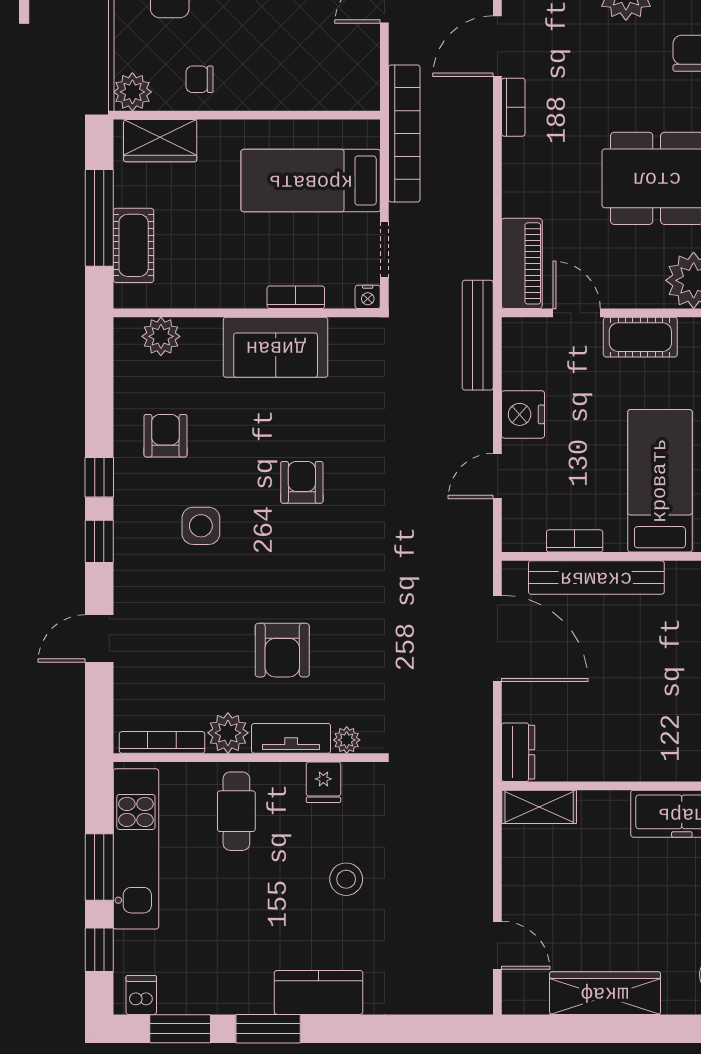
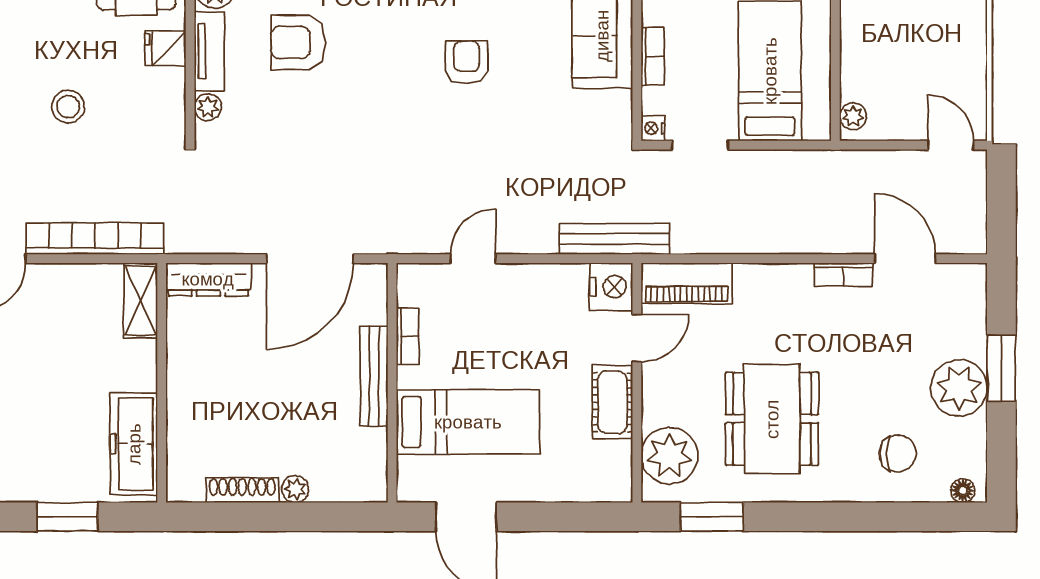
plant: (356, 98) -> (853, 116), added
bookcase: (404, 133) -> (95, 239), moved, turned 180
nightstand: (523, 414) -> (611, 287), moved, turned 90
door: (497, 476) -> (473, 259), hinge flipped
armchair: (302, 482) -> (467, 62), turned -90
bench: (596, 578) -> (374, 376), width x0.73, depth x0.82
dresser: (518, 752) -> (208, 279), width x1.44
fridge: (323, 782) -> (165, 48), moved

